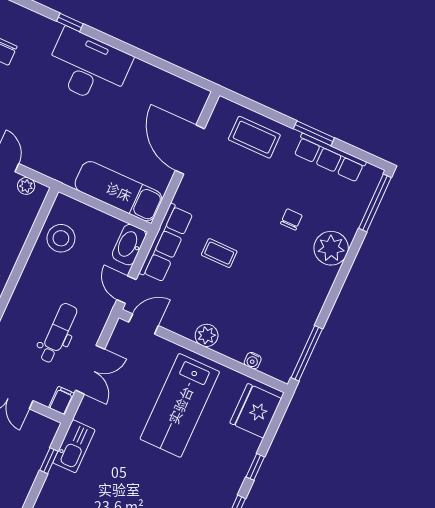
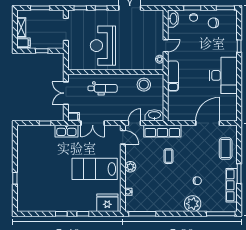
desk: (88, 67) -> (223, 75), moved
exam couch: (119, 191) -> (173, 76), moved, width x0.73, depth x0.69
dental chair: (58, 333) -> (103, 88), moved
kitchen sink: (74, 446) -> (66, 131), moved

